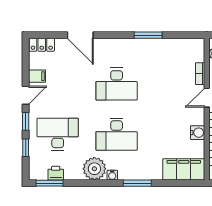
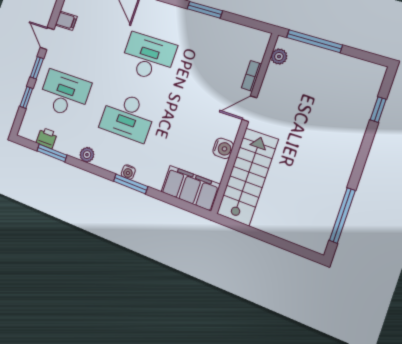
desk: (117, 84) -> (148, 57), turned 180
door: (26, 95) -> (47, 38), swing flipped
plant: (94, 169) -> (87, 155), width x0.53, depth x0.53
water cooler: (112, 175) -> (128, 172), moved
window: (49, 183) -> (52, 153), moved

